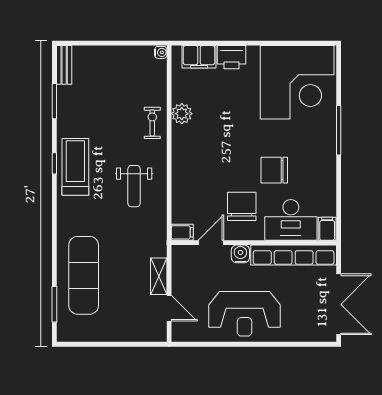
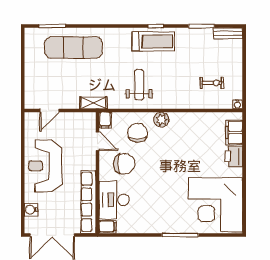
plant: (182, 114) -> (161, 120), moved
exercise bike: (152, 123) -> (212, 83), moved
chair: (274, 170) -> (137, 133), moved
weight bench: (134, 186) -> (139, 85), turned 90
water cooler: (240, 254) -> (31, 210), moved, turned 180
shelving: (159, 276) -> (94, 103), moved

